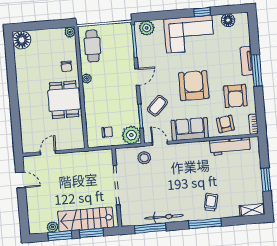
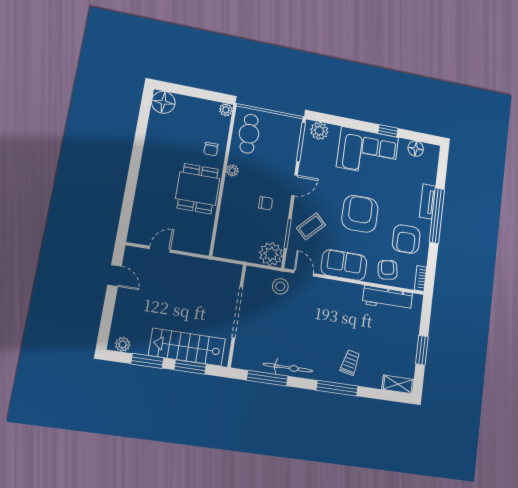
window: (257, 70) -> (437, 216), width x1.46
chair: (107, 132) -> (266, 203), moved
plant: (52, 227) -> (123, 344), moved

